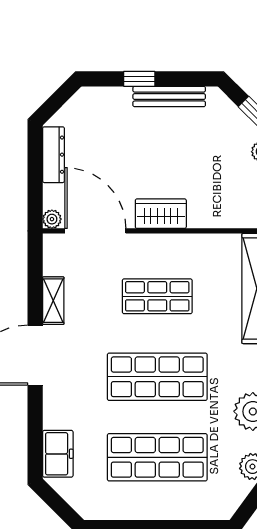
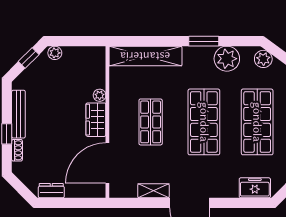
shoe rack: (114, 94) -> (17, 150), added
dresser: (53, 155) -> (51, 191), width x0.70
plant: (52, 219) -> (100, 95), moved

